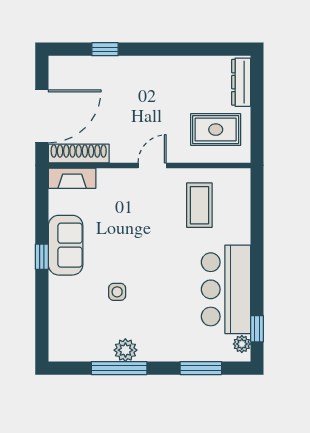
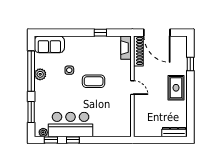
rug: (216, 130) -> (176, 88), moved
coffee table: (199, 205) -> (94, 81), moved
sofa: (66, 245) -> (49, 44), moved
window: (42, 257) -> (100, 33), moved
window: (257, 285) -> (73, 140), added
window: (119, 368) -> (31, 71), width x1.46

